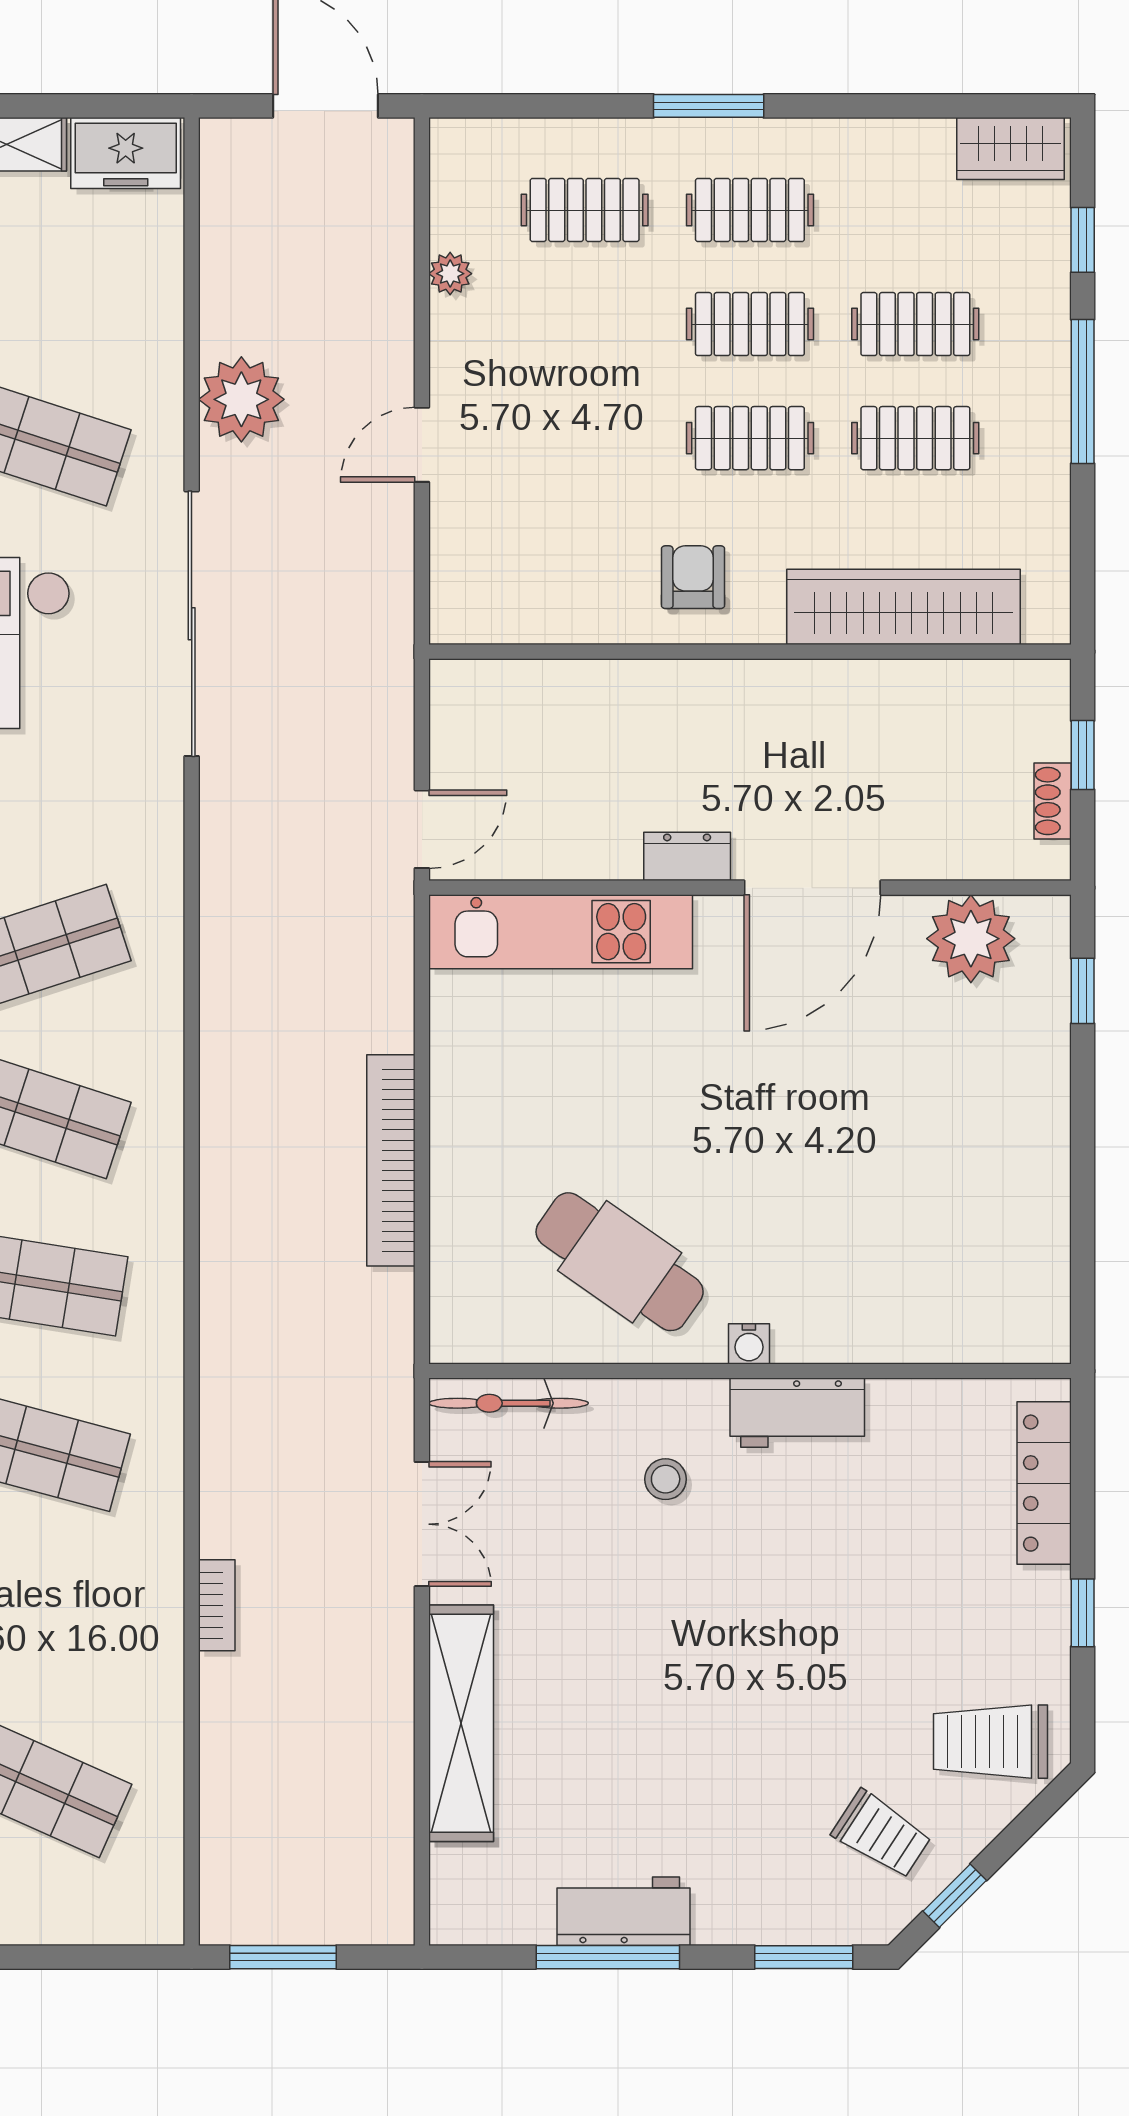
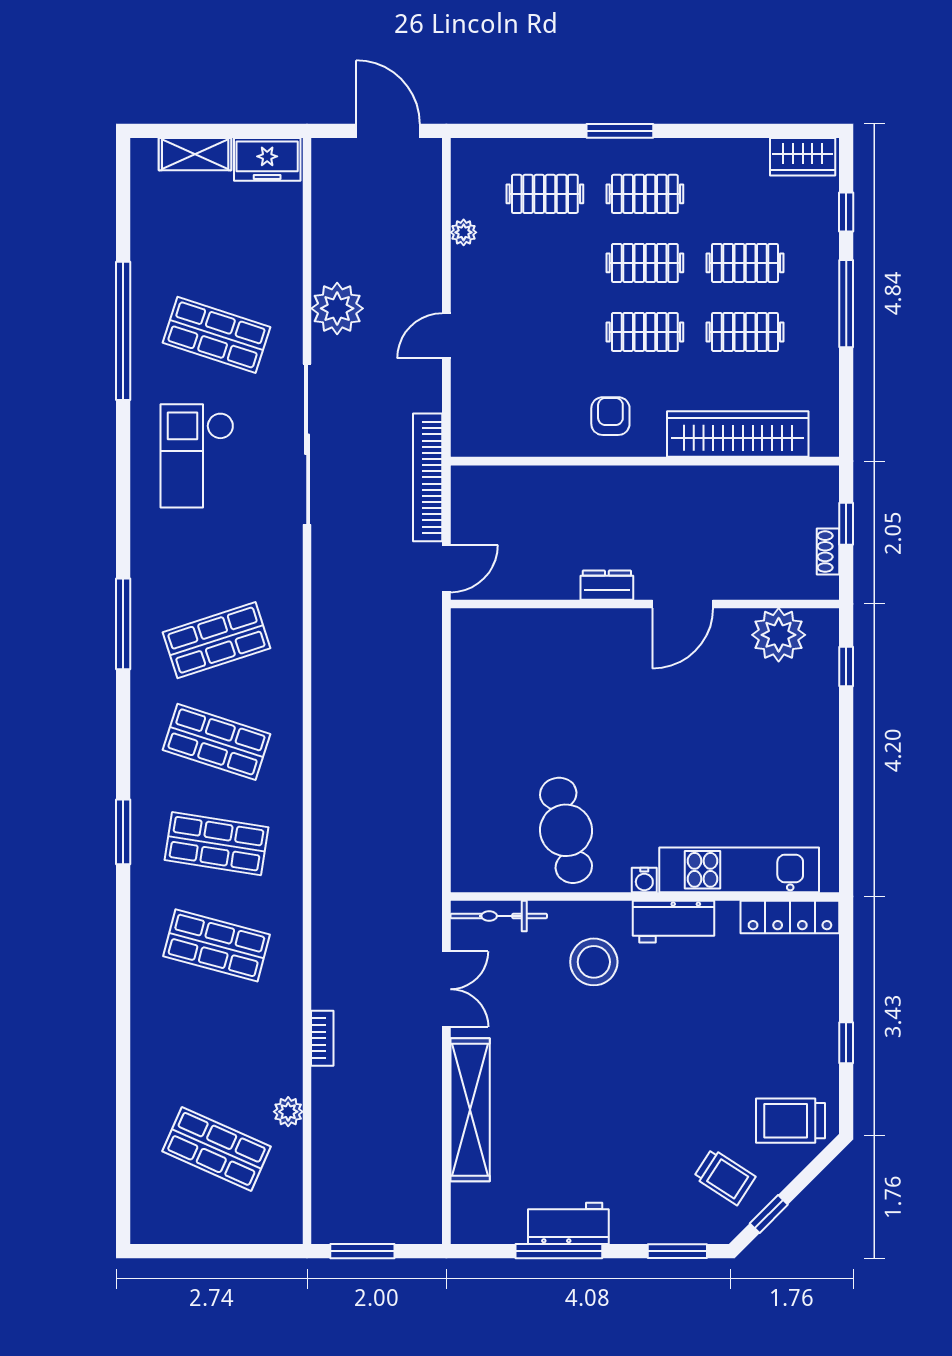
door: (812, 888) -> (683, 604), width x0.73
kitchen unit: (561, 932) -> (739, 870), moved, turned 180
bookcase: (391, 1160) -> (428, 477), moved
cafe table: (620, 1262) -> (566, 830), turned 43
stool: (666, 1479) -> (594, 962), width x1.89, depth x1.89
locker: (1044, 1483) -> (790, 917), moved, turned -90
plant: (160, 1727) -> (288, 1112), added

